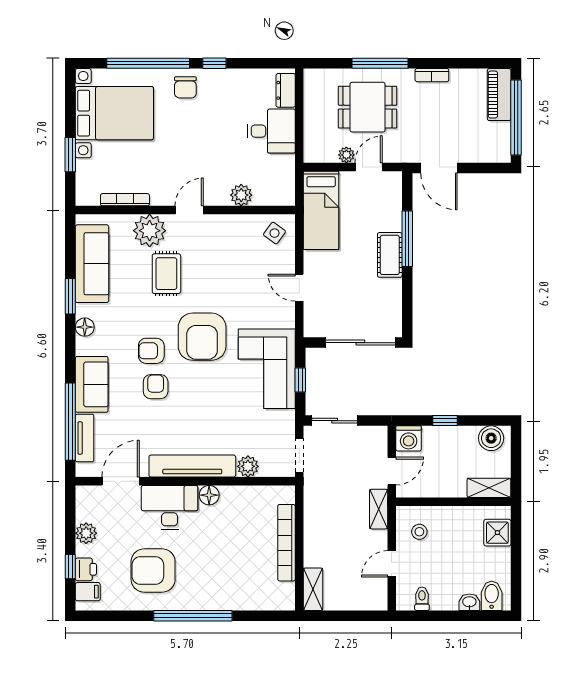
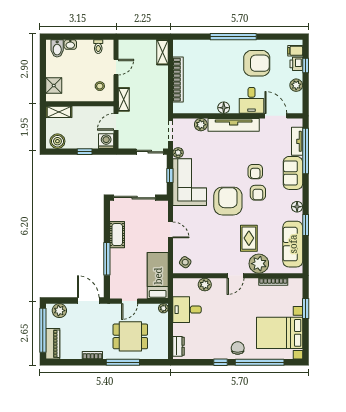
desk: (271, 131) -> (187, 310), moved
plant: (488, 151) -> (59, 311), added
plant: (346, 155) -> (163, 308), moved
cot: (390, 255) -> (117, 235), moved
armchair: (151, 351) -> (258, 193), turned 90
plant: (287, 419) -> (178, 153), added
door: (121, 481) -> (276, 116), swing flipped
desk: (170, 507) -> (252, 100), width x0.73

